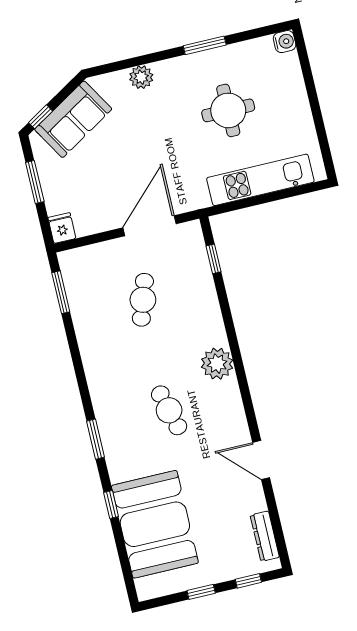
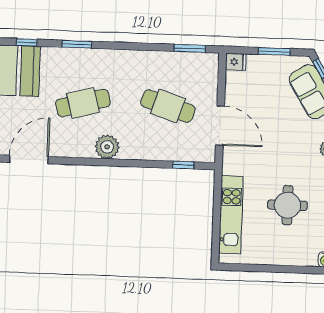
cafe table: (143, 300) -> (168, 106), width x1.37, depth x1.35
cafe table: (169, 410) -> (83, 103), width x1.37, depth x1.35
door: (261, 460) -> (29, 159), width x1.36

